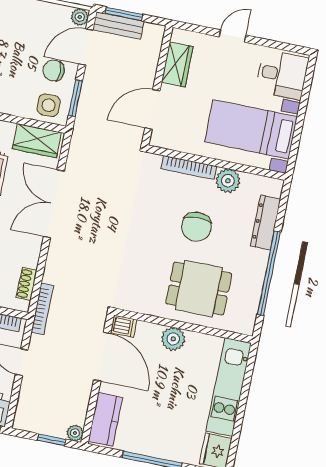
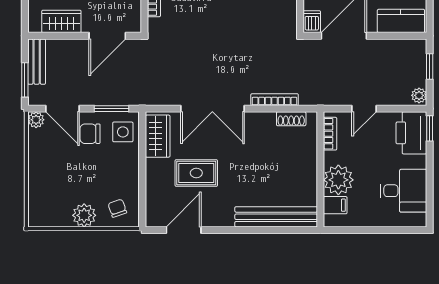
bench: (118, 26) -> (37, 62), moved
chair: (54, 70) -> (90, 134), turned 90
door: (152, 109) -> (107, 36), hinge flipped
bookcase: (42, 309) -> (275, 100), moved
plant: (75, 433) -> (419, 95), moved

